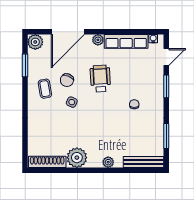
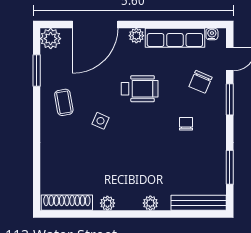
wheelchair: (100, 79) -> (140, 89), turned 93
chair: (67, 80) -> (201, 82), moved
plant: (77, 158) -> (107, 203), width x0.53, depth x0.53

